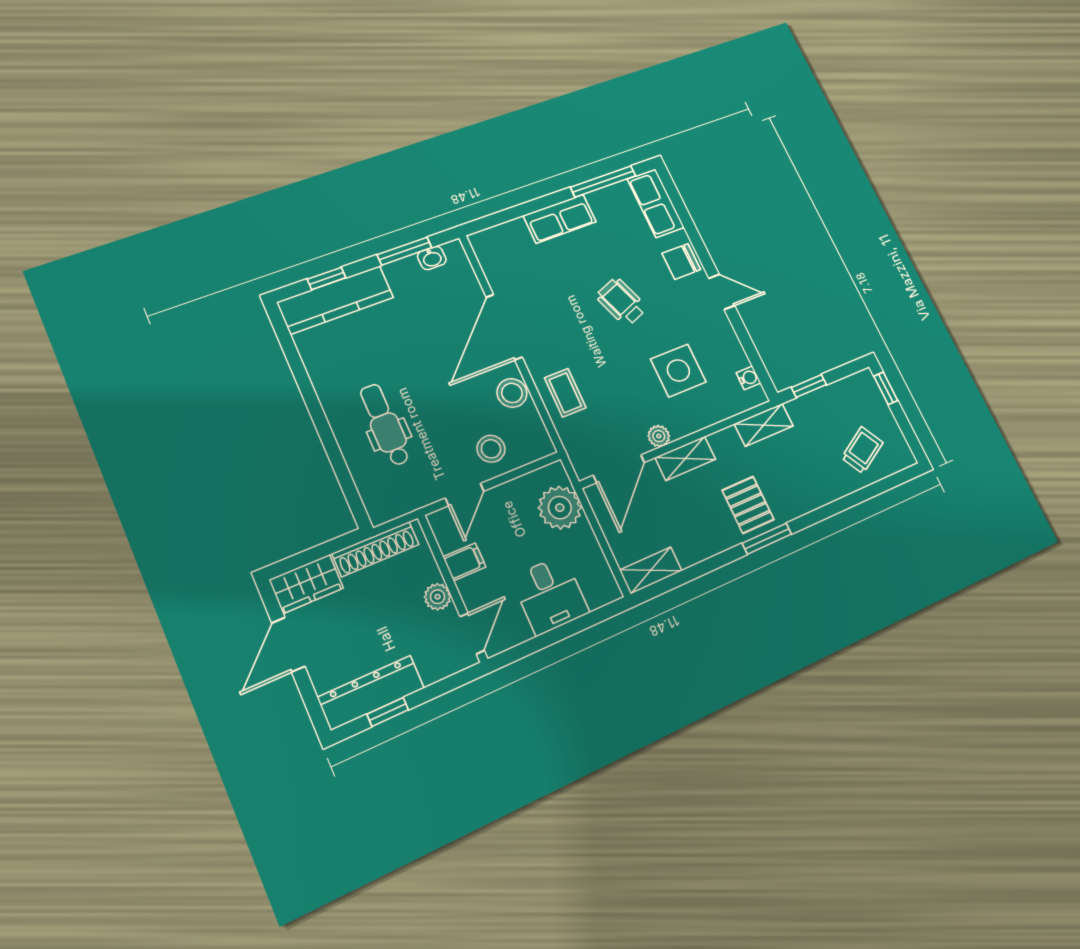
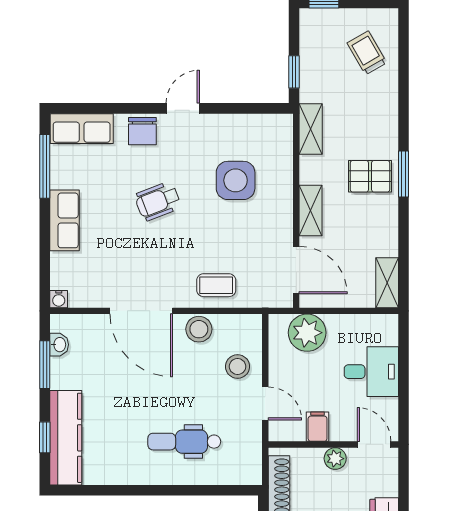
water cooler: (748, 378) -> (59, 299), moved, turned 180
plant: (659, 436) -> (283, 224), removed

